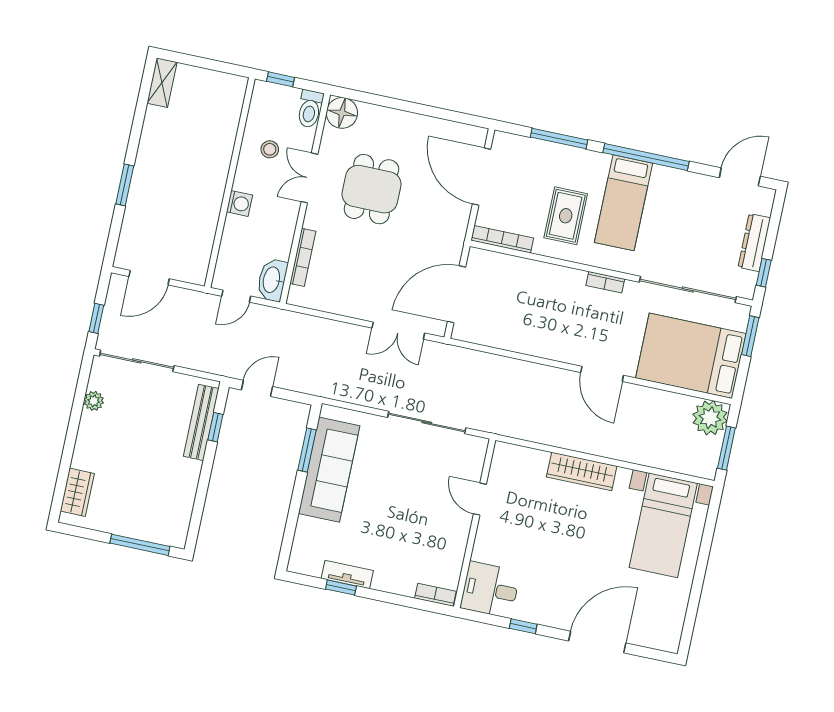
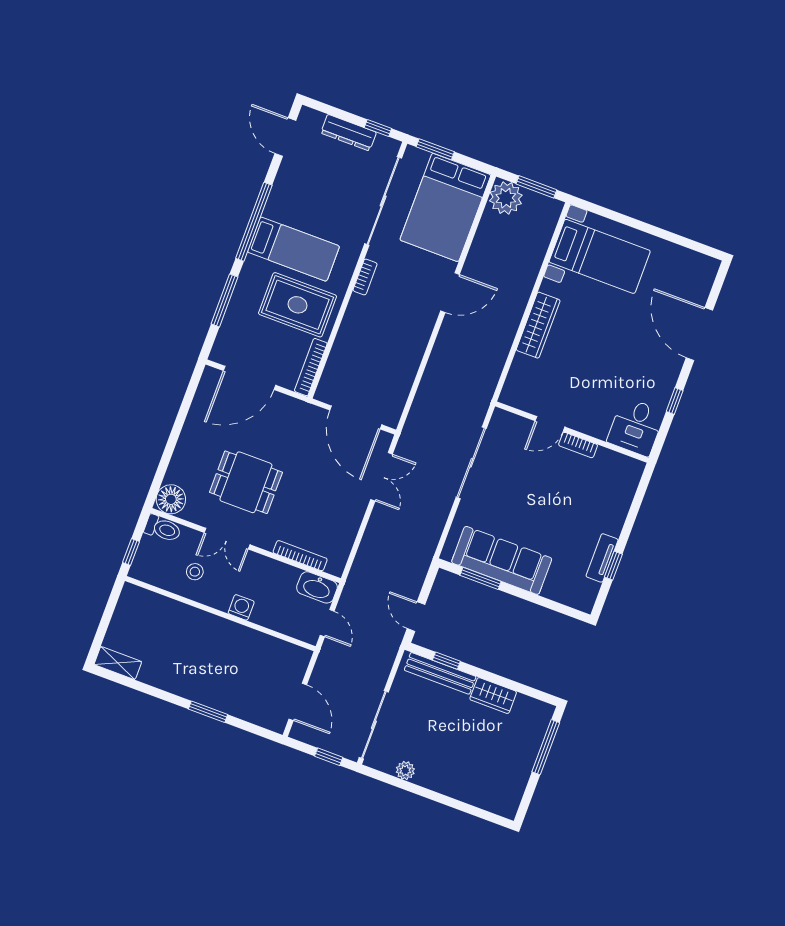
rug: (566, 216) -> (298, 305), width x1.36, depth x1.43
wardrobe: (77, 492) -> (493, 696), moved, turned 180
bookcase: (435, 595) -> (578, 445), moved, turned -90

